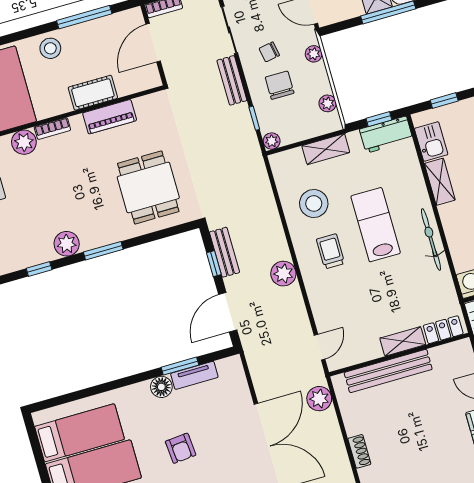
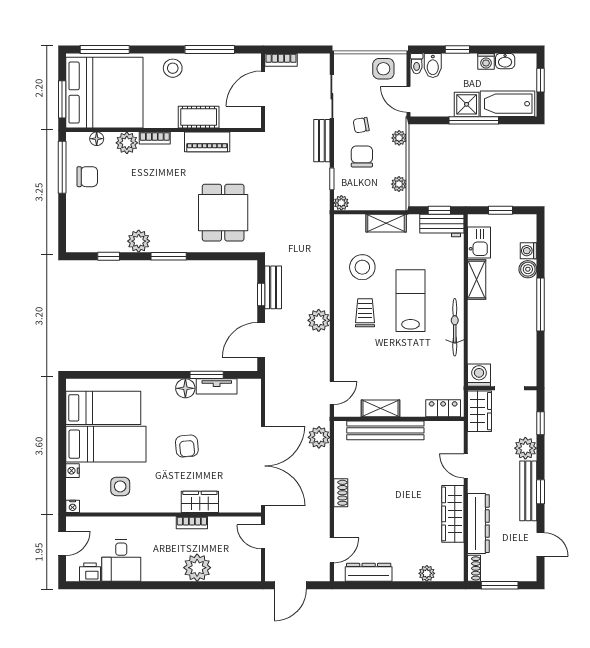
shelving: (403, 341) -> (380, 408), moved

